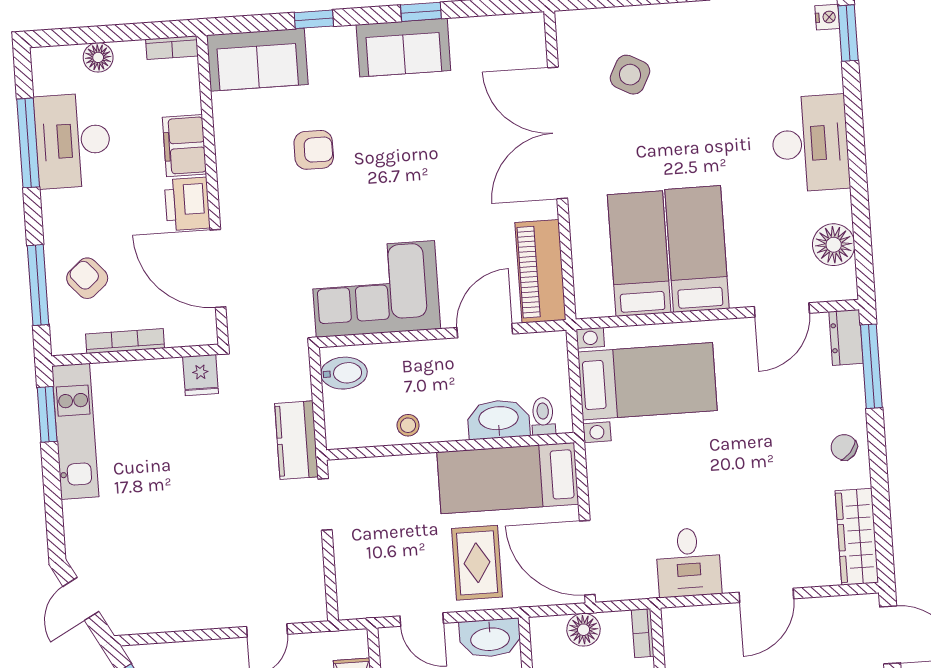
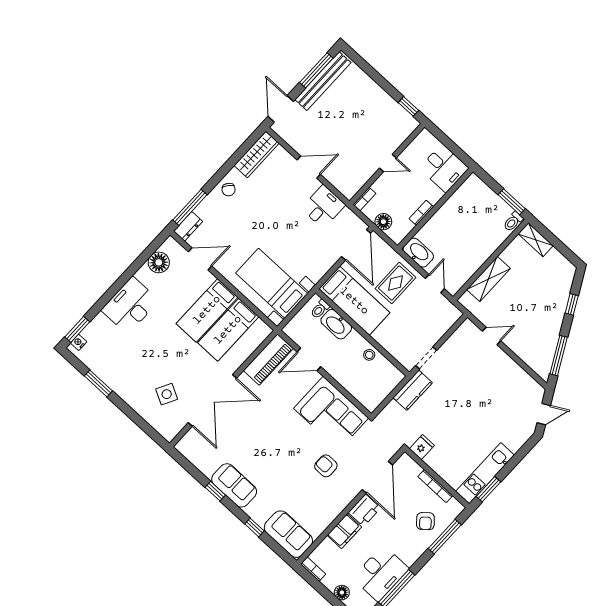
armchair: (314, 150) -> (326, 466), moved
bidet: (344, 373) -> (372, 396), removed

